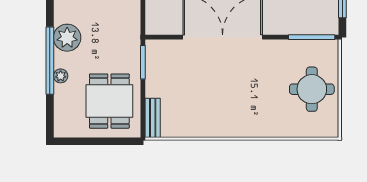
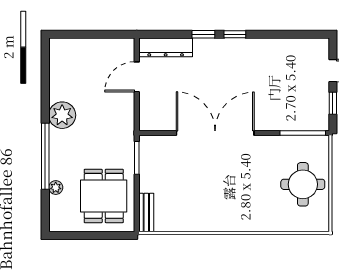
plant: (67, 38) -> (62, 115), moved
plant: (61, 76) -> (56, 188), moved

